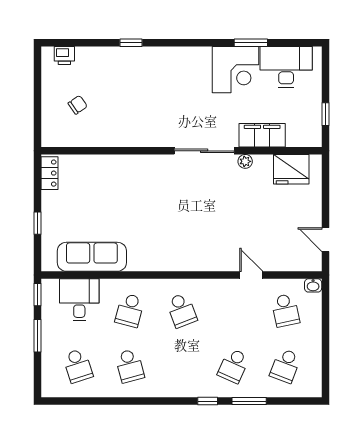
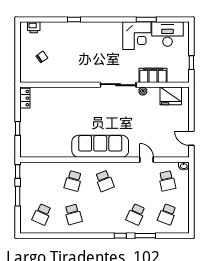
sofa: (92, 257) -> (100, 146), moved, width x1.36, depth x1.27
desk: (79, 300) -> (43, 175), removed
school desk: (78, 366) -> (42, 214), turned 42

